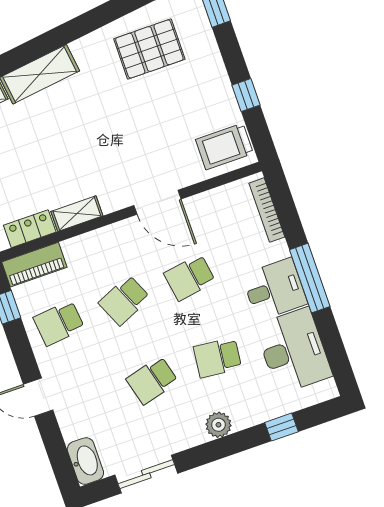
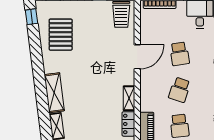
school desk: (124, 300) -> (180, 90), turned 42

